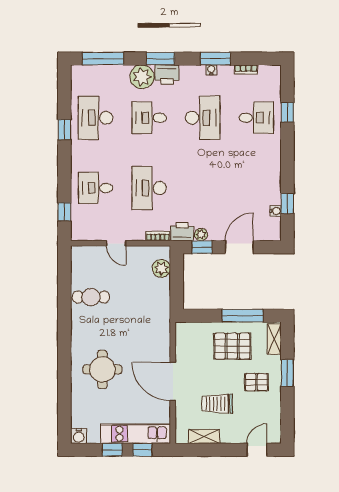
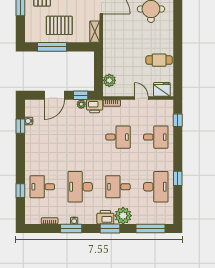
desk: (149, 118) -> (118, 187), turned 180
desk: (149, 188) -> (118, 137), width x0.73
fridge: (87, 256) -> (162, 89), added
shelving: (274, 339) -> (95, 32), moved

